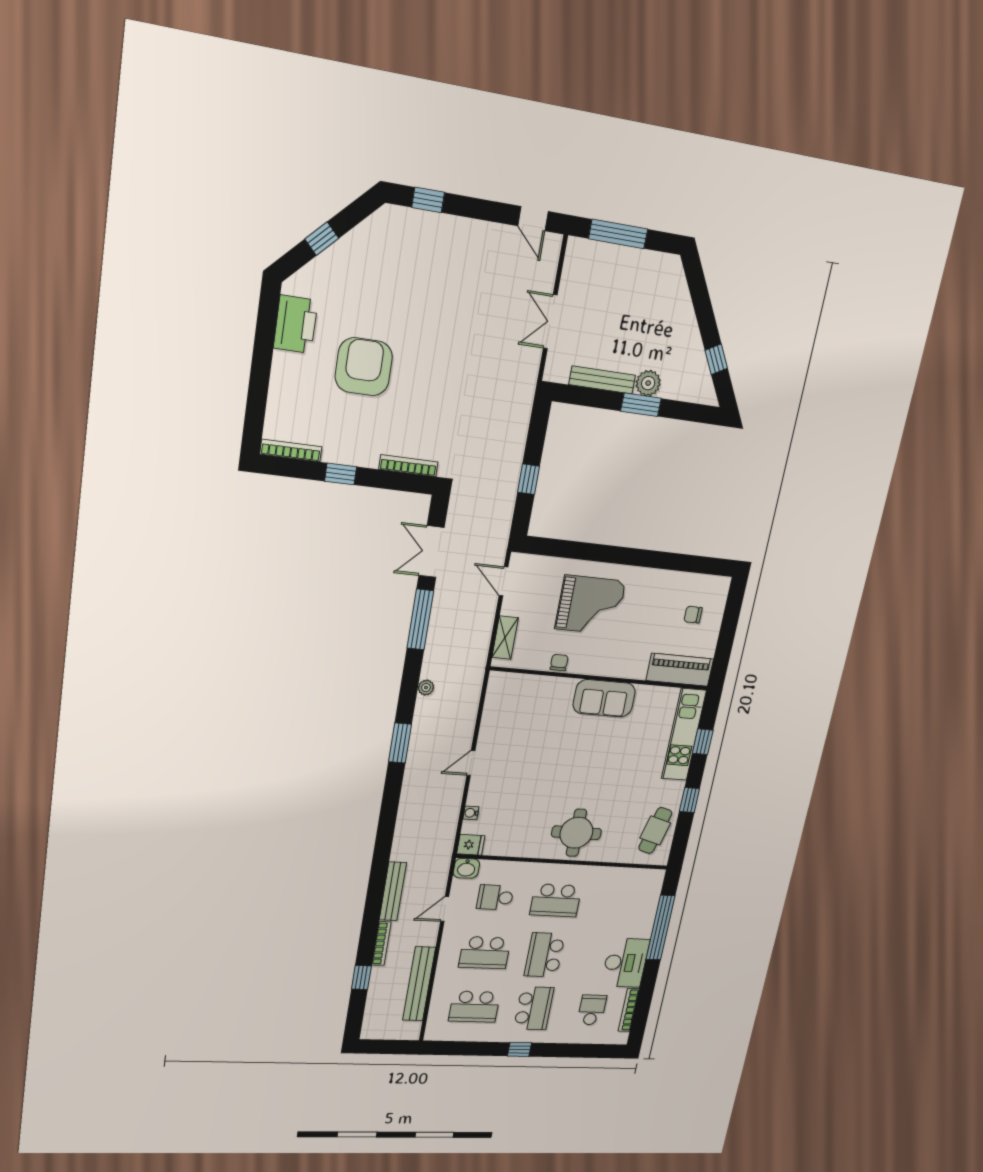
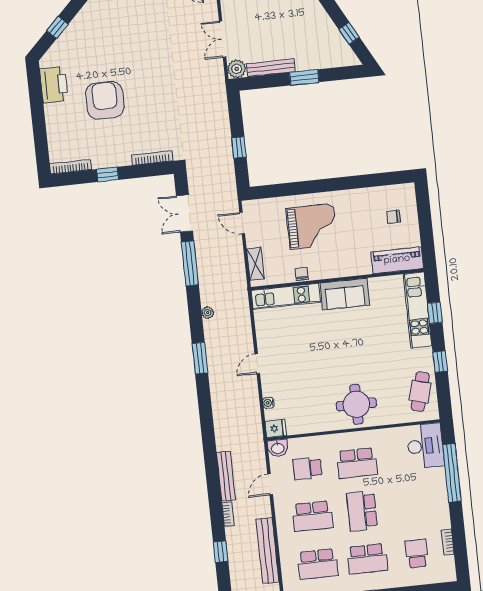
plant: (648, 383) -> (237, 69), moved
kitchen unit: (531, 687) -> (286, 296), added
bookcase: (381, 944) -> (228, 514), width x0.64
desk: (625, 963) -> (425, 446), moved
school desk: (534, 1008) -> (367, 559), turned 90
bookcase: (629, 1010) -> (448, 542), width x0.64

